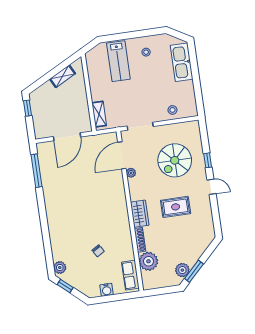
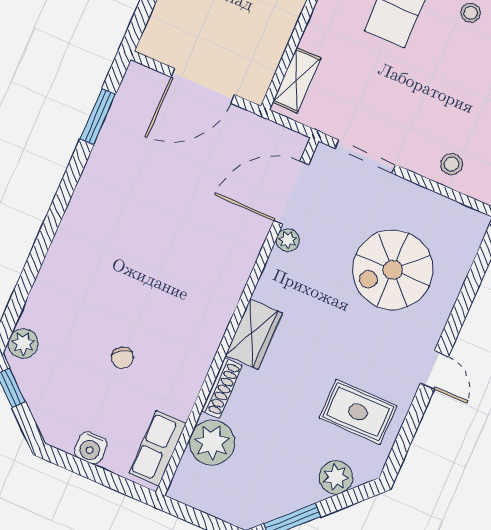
window: (208, 160) -> (460, 311), removed
window: (37, 171) -> (98, 117), width x0.69
rug: (176, 207) -> (358, 412), moved
plant: (182, 270) -> (336, 477), moved

